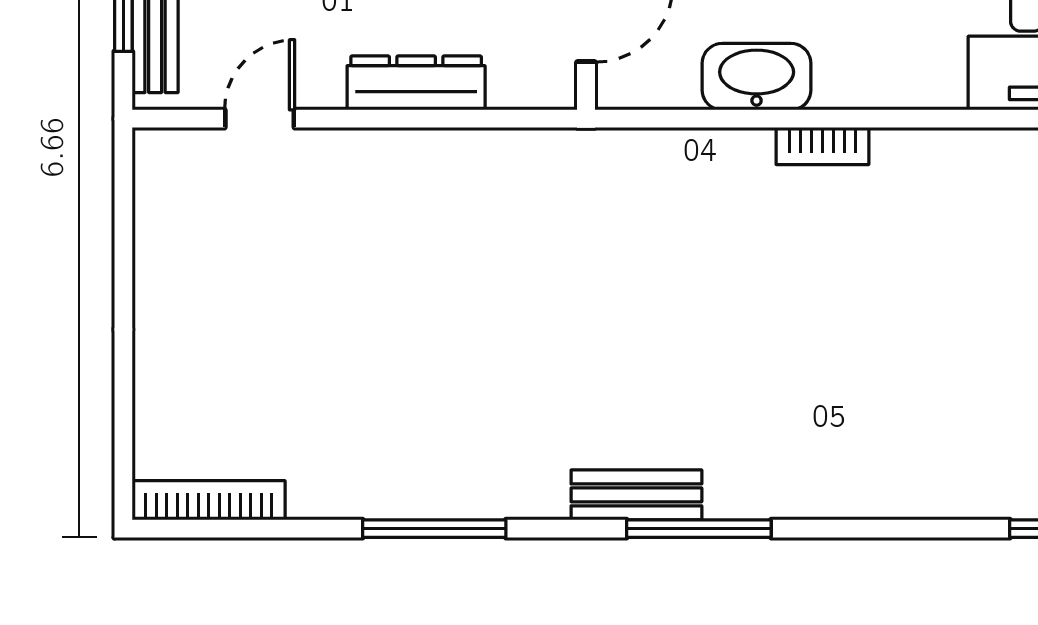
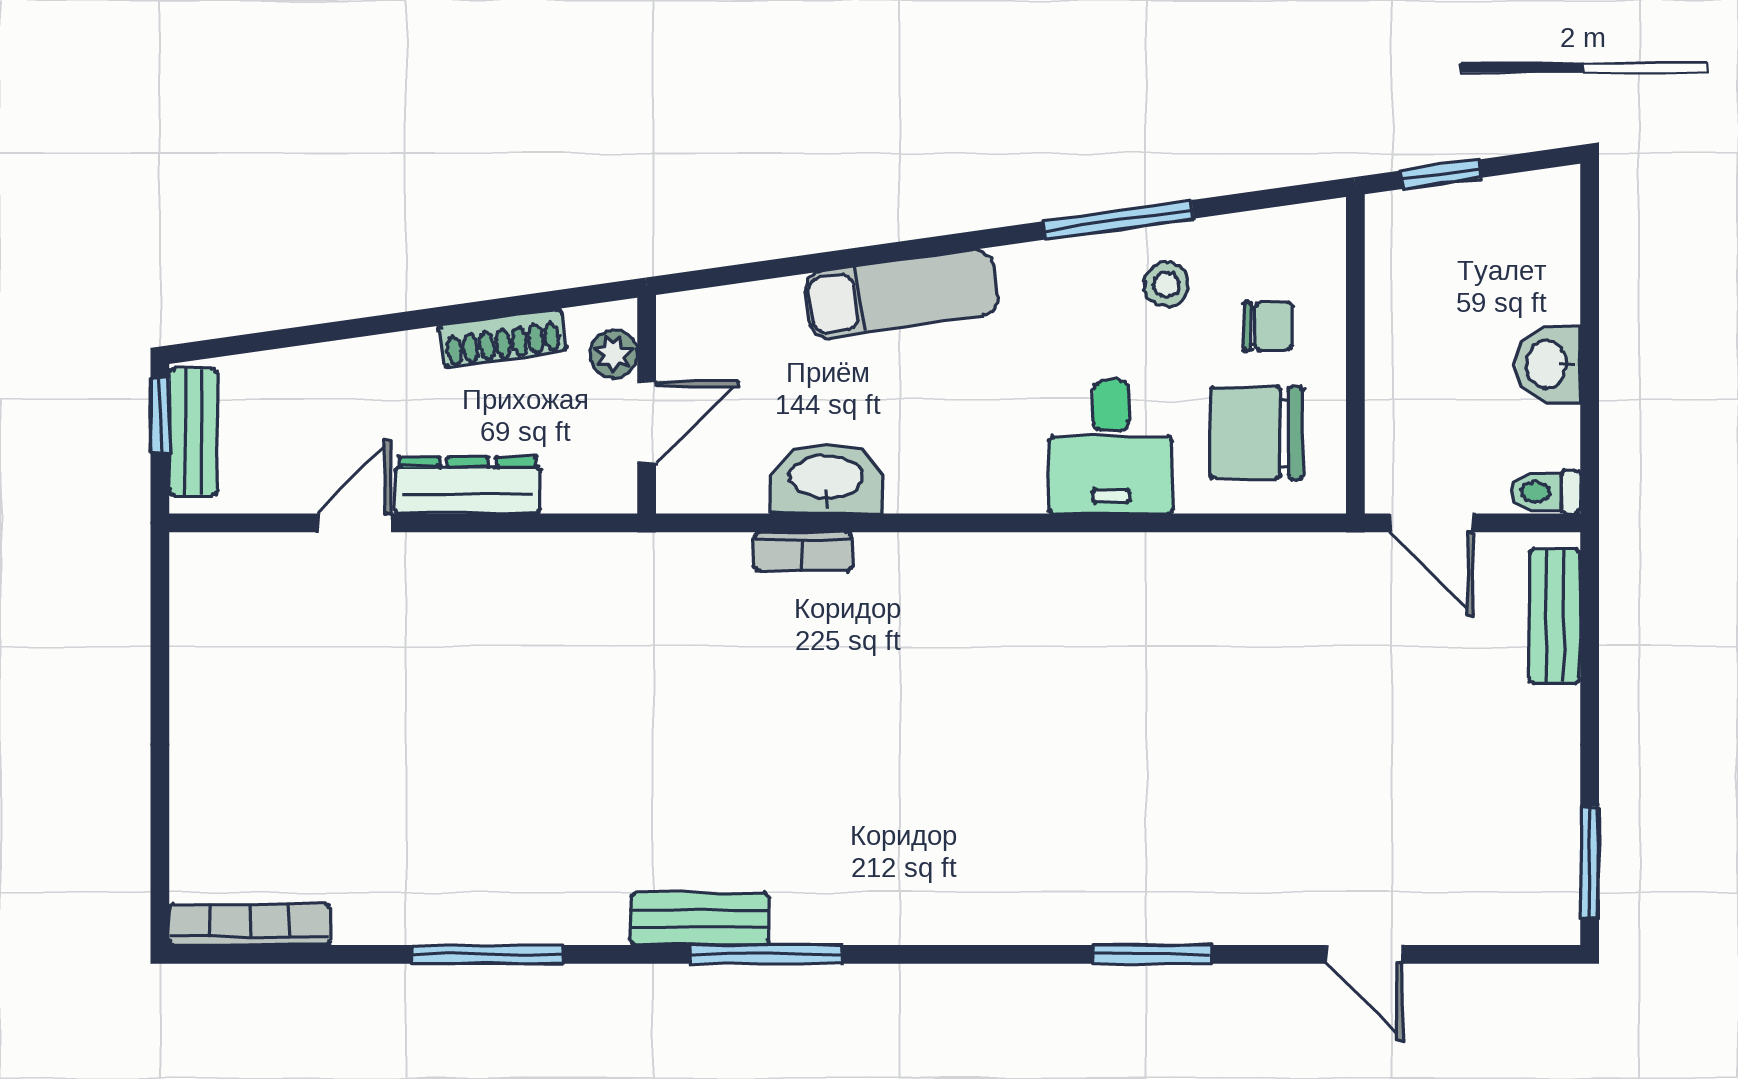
door: (260, 119) -> (354, 523), moved
bookcase: (822, 146) -> (803, 552), moved

